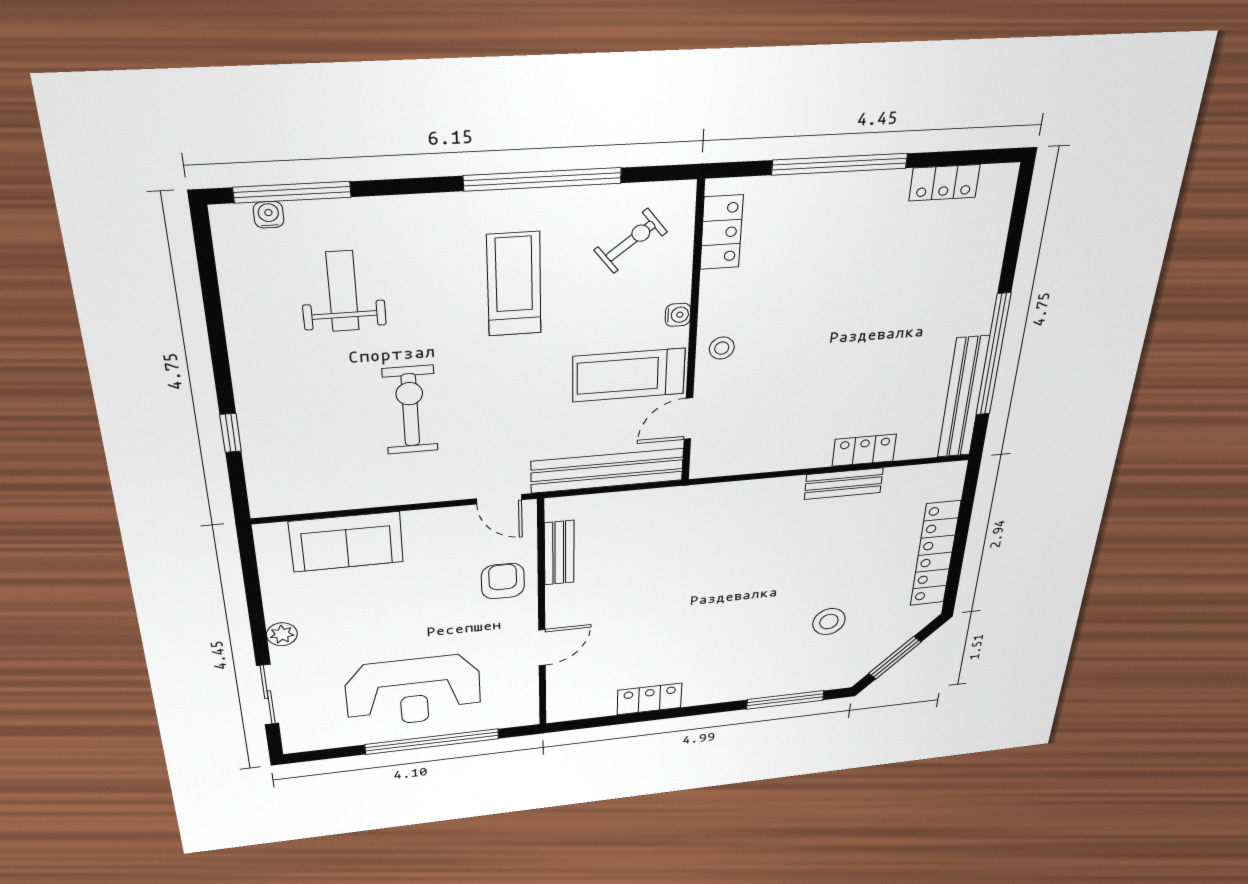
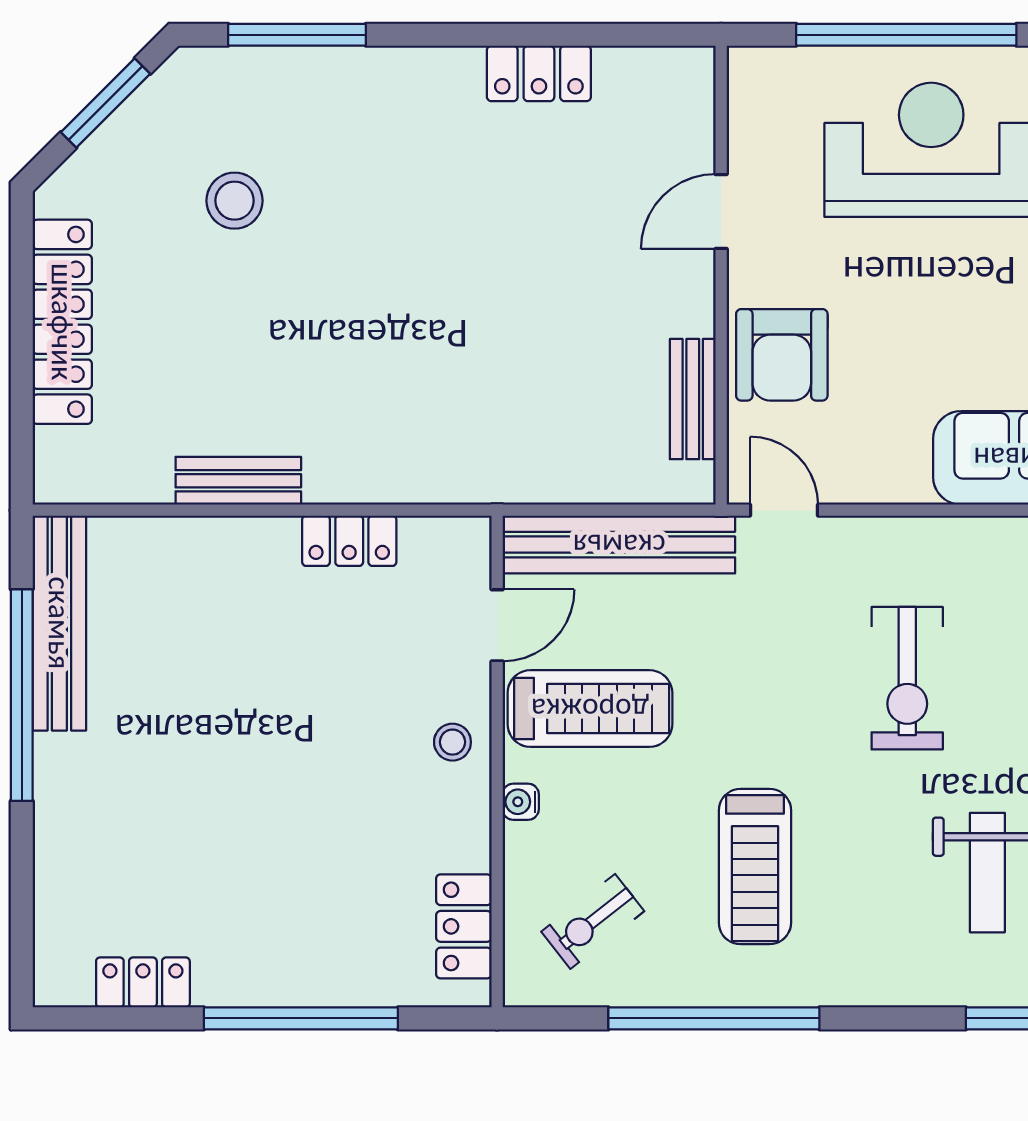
locker: (864, 450) -> (349, 541), moved
armchair: (503, 581) -> (782, 355), width x1.38, depth x1.38

